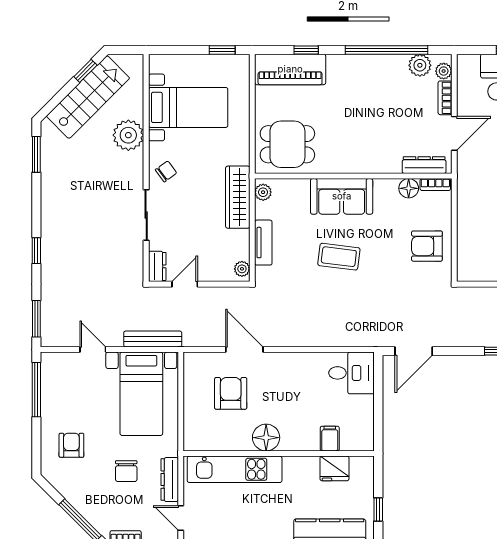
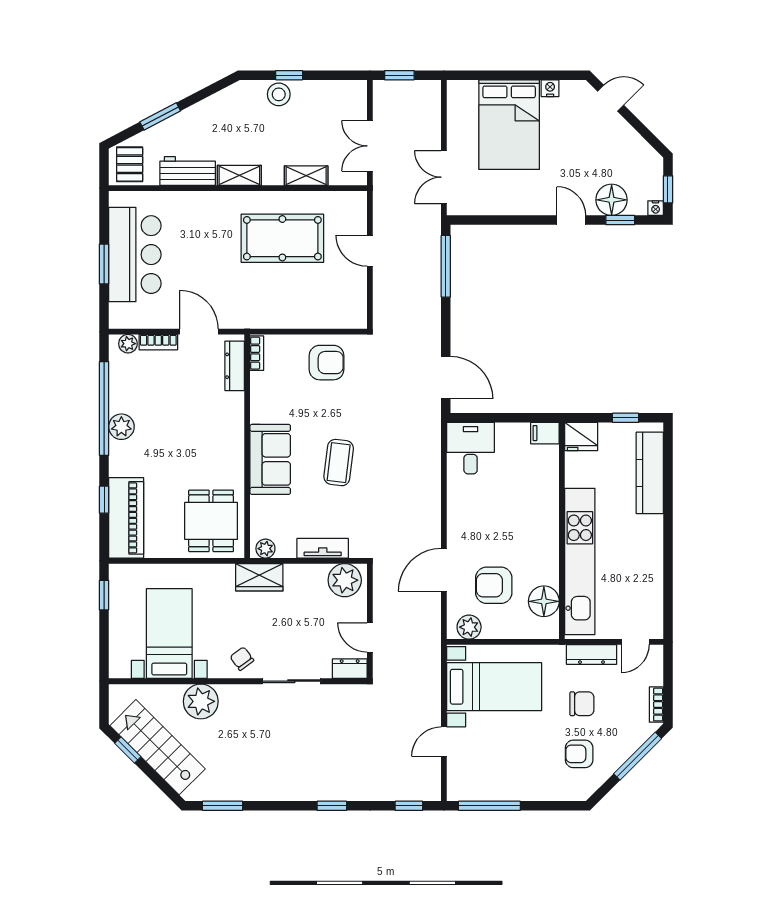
plant: (420, 65) -> (121, 427), moved
floor lamp: (409, 188) -> (261, 383), removed
wardrobe: (238, 197) -> (259, 577), width x0.67
armchair: (427, 246) -> (327, 363), turned -90
plant: (242, 269) -> (345, 580), width x1.88, depth x1.88
window: (36, 319) -> (409, 806), width x0.67
bench: (153, 339) -> (432, 674), removed
plant: (194, 372) -> (469, 627), added
floor lamp: (266, 438) -> (544, 601), moved
filing cabinet: (330, 439) -> (545, 433), moved
armchair: (71, 445) -> (579, 754), moved
fridge: (334, 468) -> (581, 437), moved, turned 90
kitchen unit: (235, 469) -> (580, 561), width x1.36

